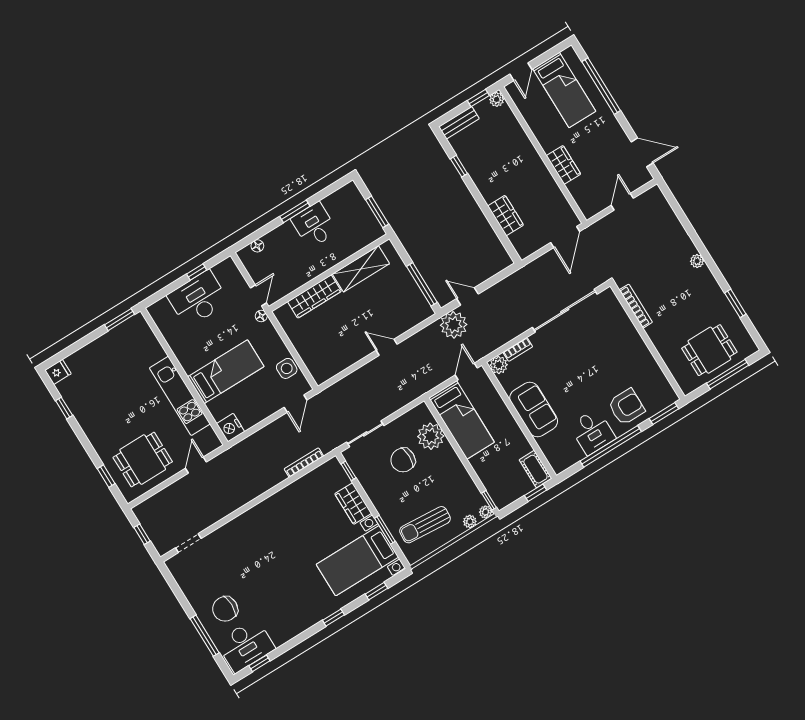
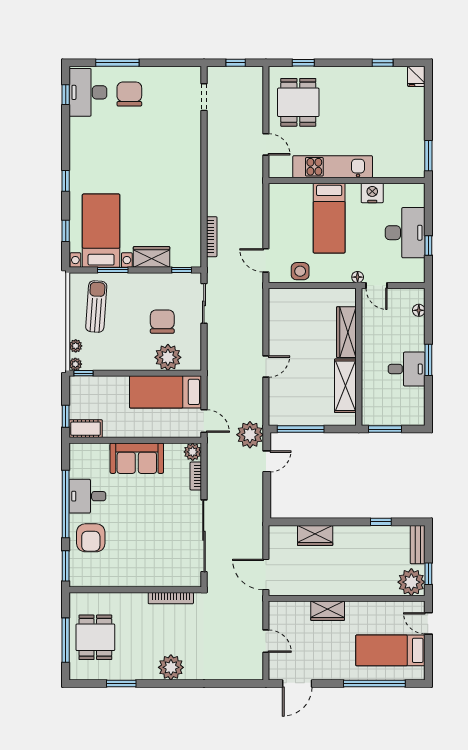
plant: (497, 99) -> (411, 582), width x1.88, depth x1.88
plant: (697, 261) -> (171, 667), width x1.87, depth x1.87
nightstand: (231, 428) -> (372, 193), moved

